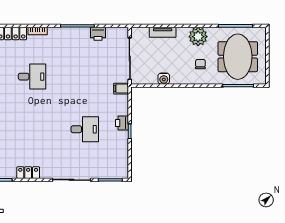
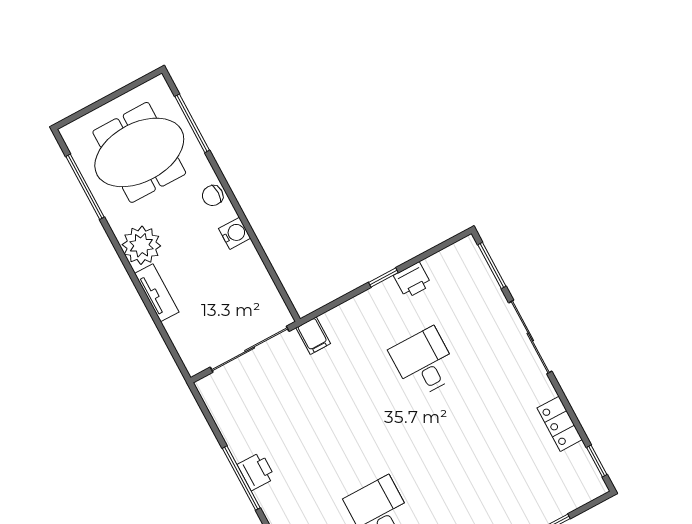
tv unit: (163, 32) -> (157, 293), moved
printer: (98, 34) -> (256, 471), moved
chair: (200, 64) -> (213, 196), moved
water cooler: (164, 79) -> (235, 233), moved
printer: (122, 123) -> (412, 280), moved

